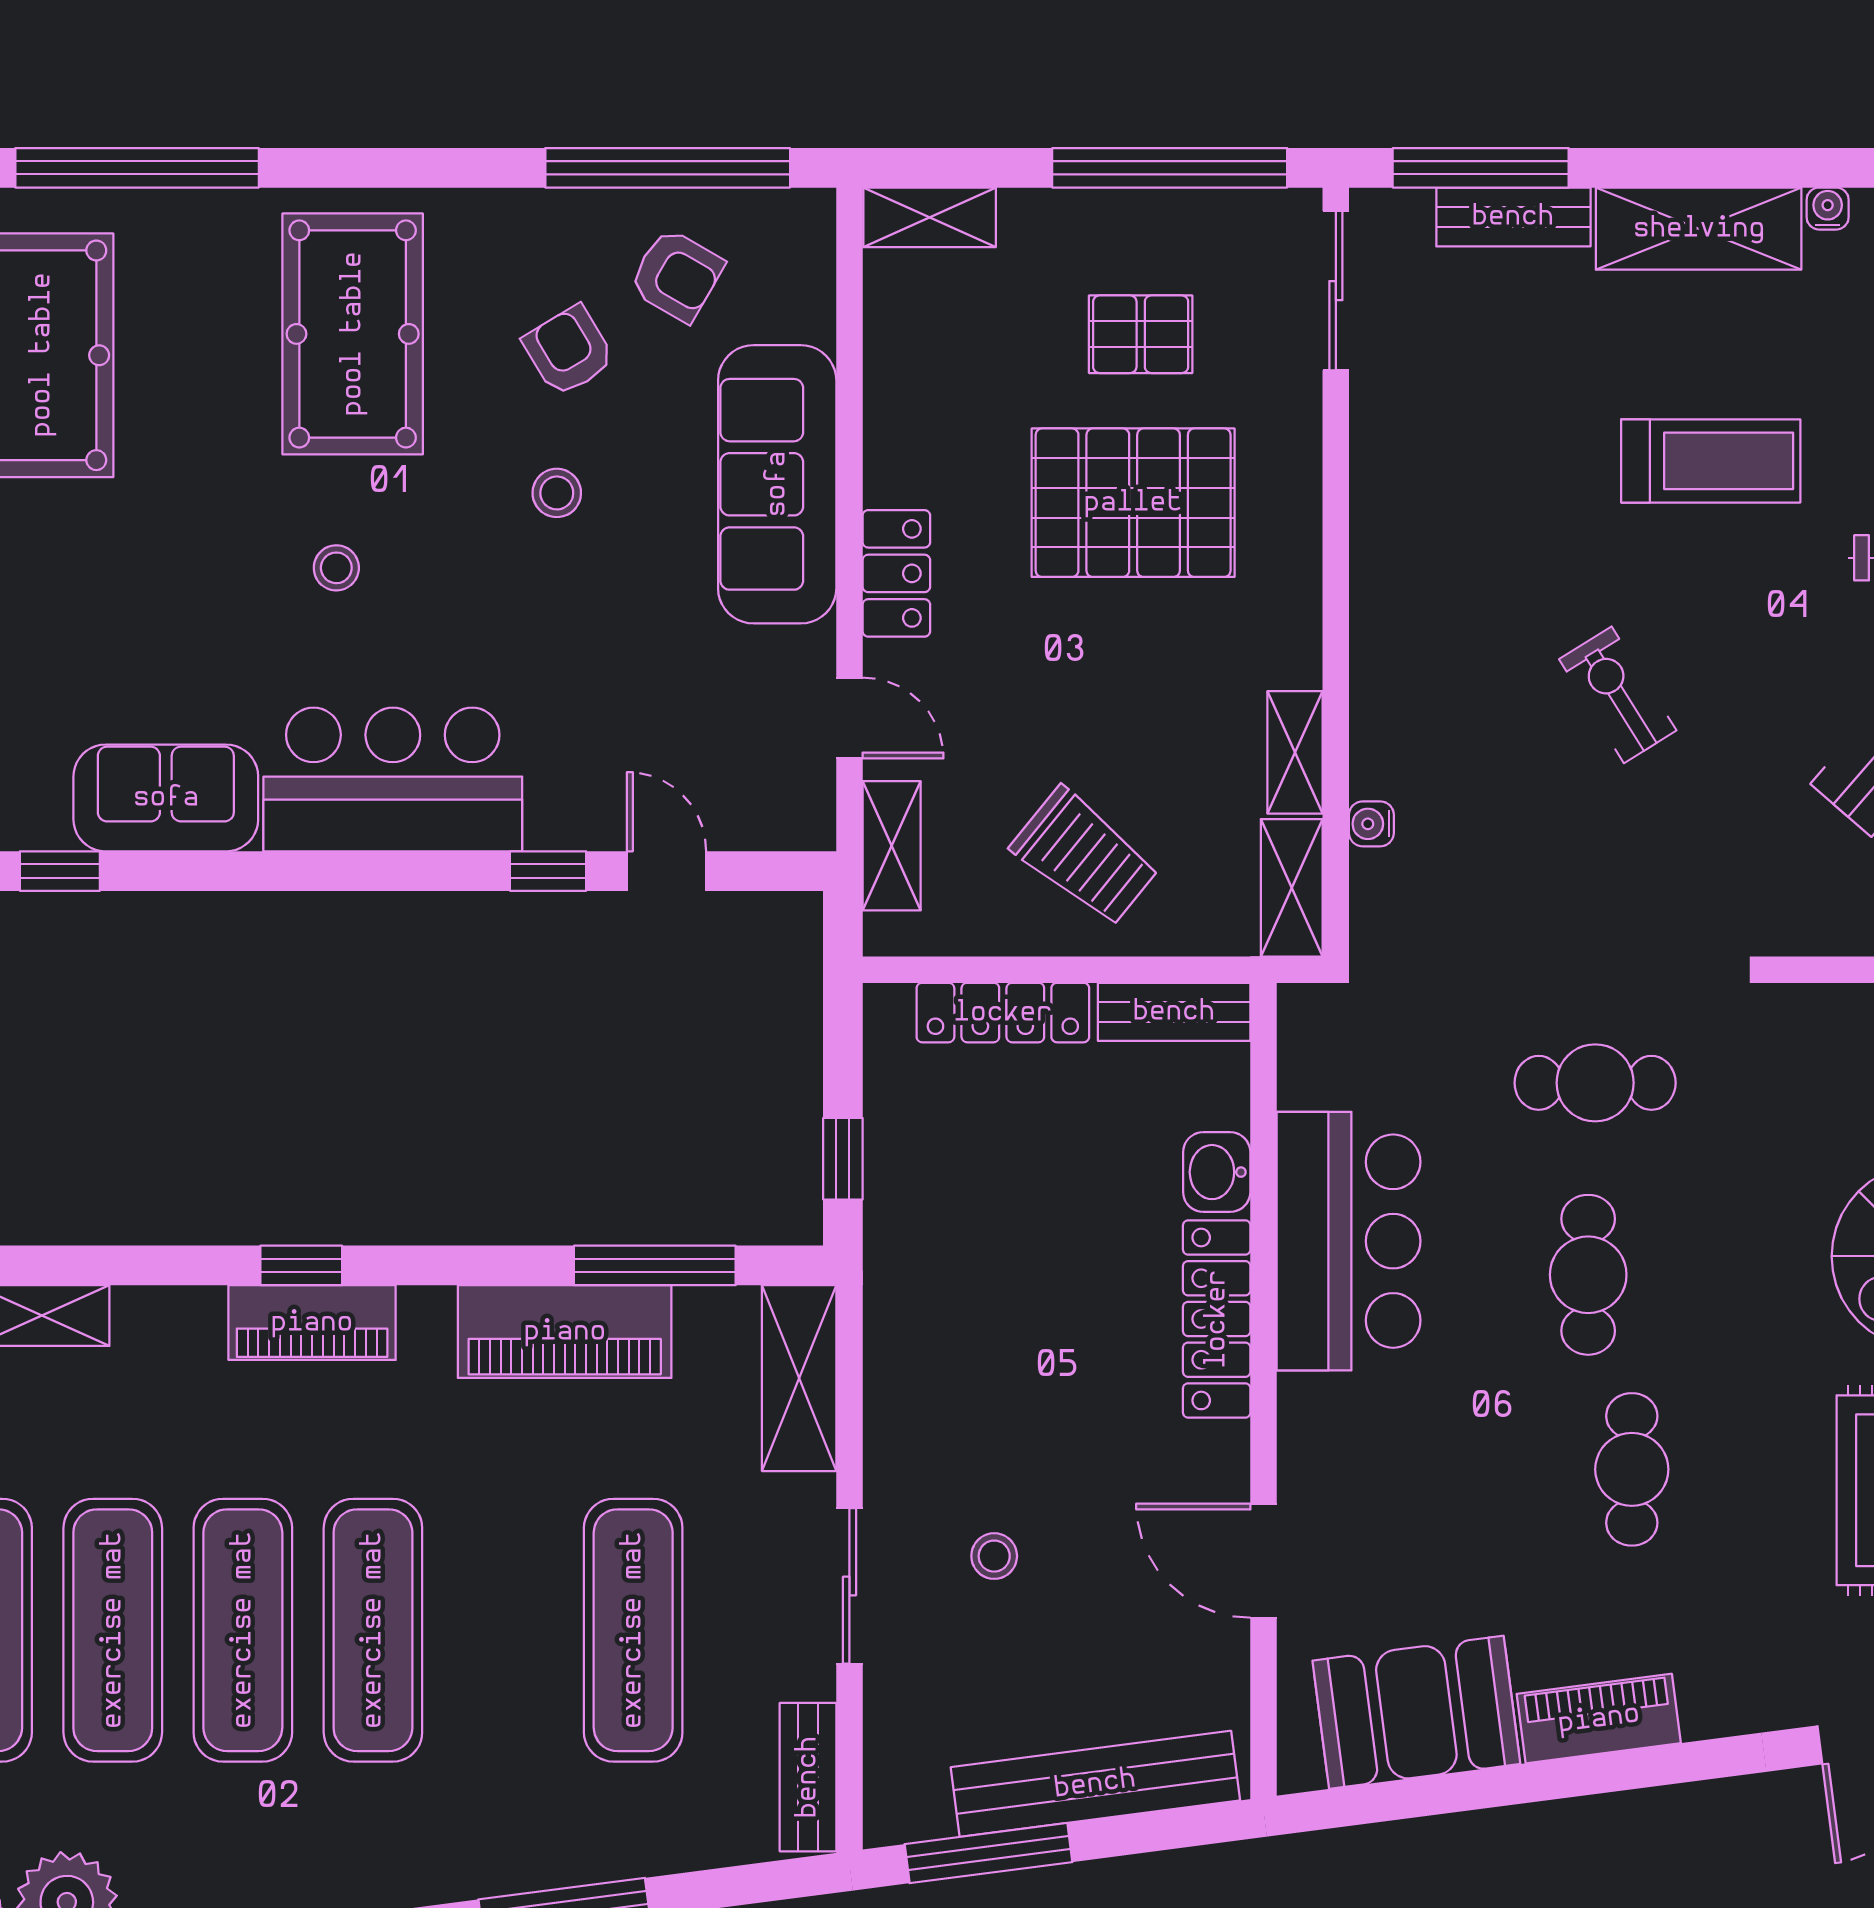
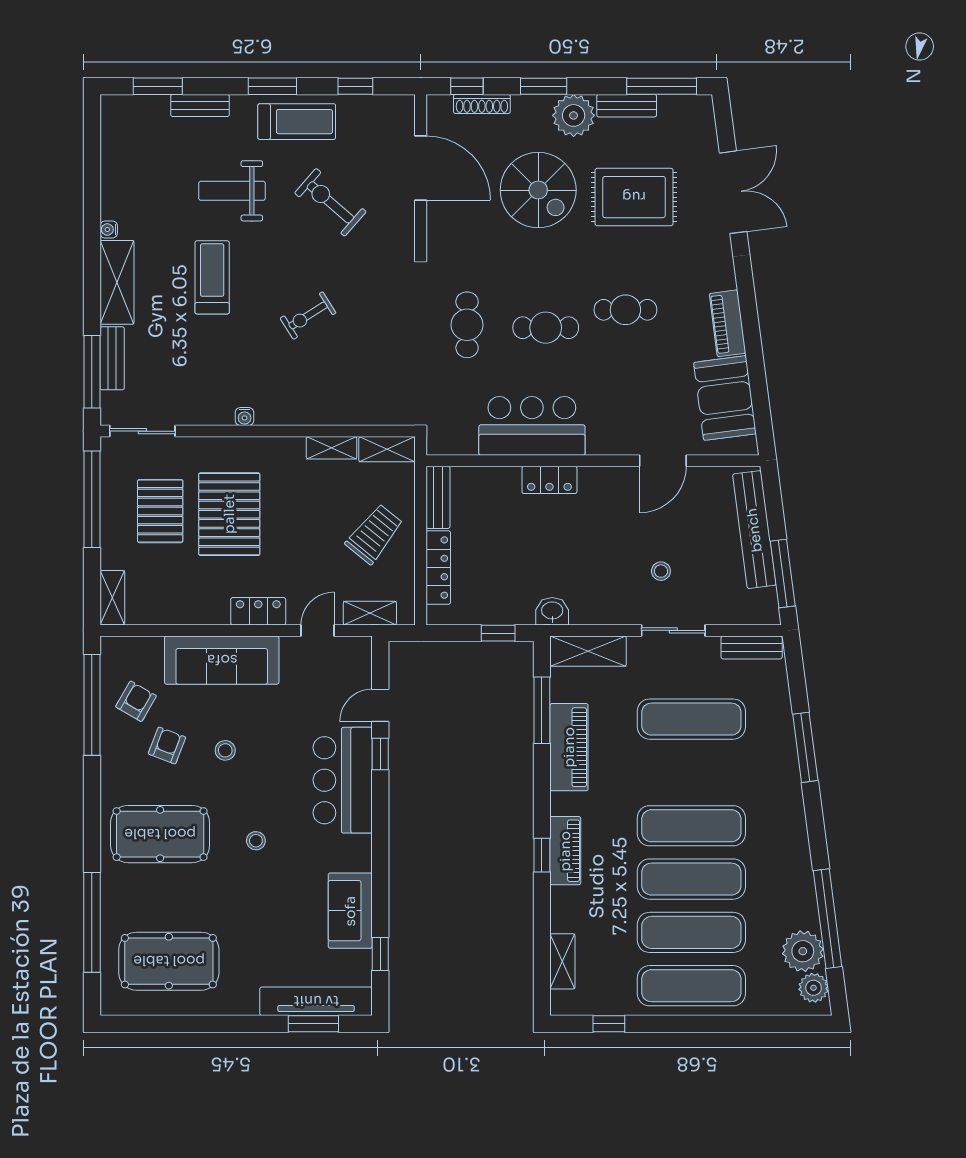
pallet: (1141, 334) -> (160, 511), width x1.50, depth x1.42
armchair: (569, 351) -> (167, 746), turned 142
bar counter: (393, 779) -> (343, 780), moved
water cooler: (1371, 824) -> (245, 416), moved
washbasin: (1217, 1172) -> (552, 611), moved, turned 180
locker: (1217, 1319) -> (549, 480), width x0.66

